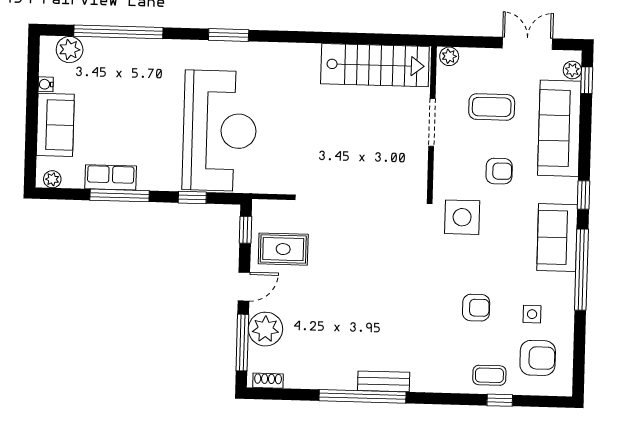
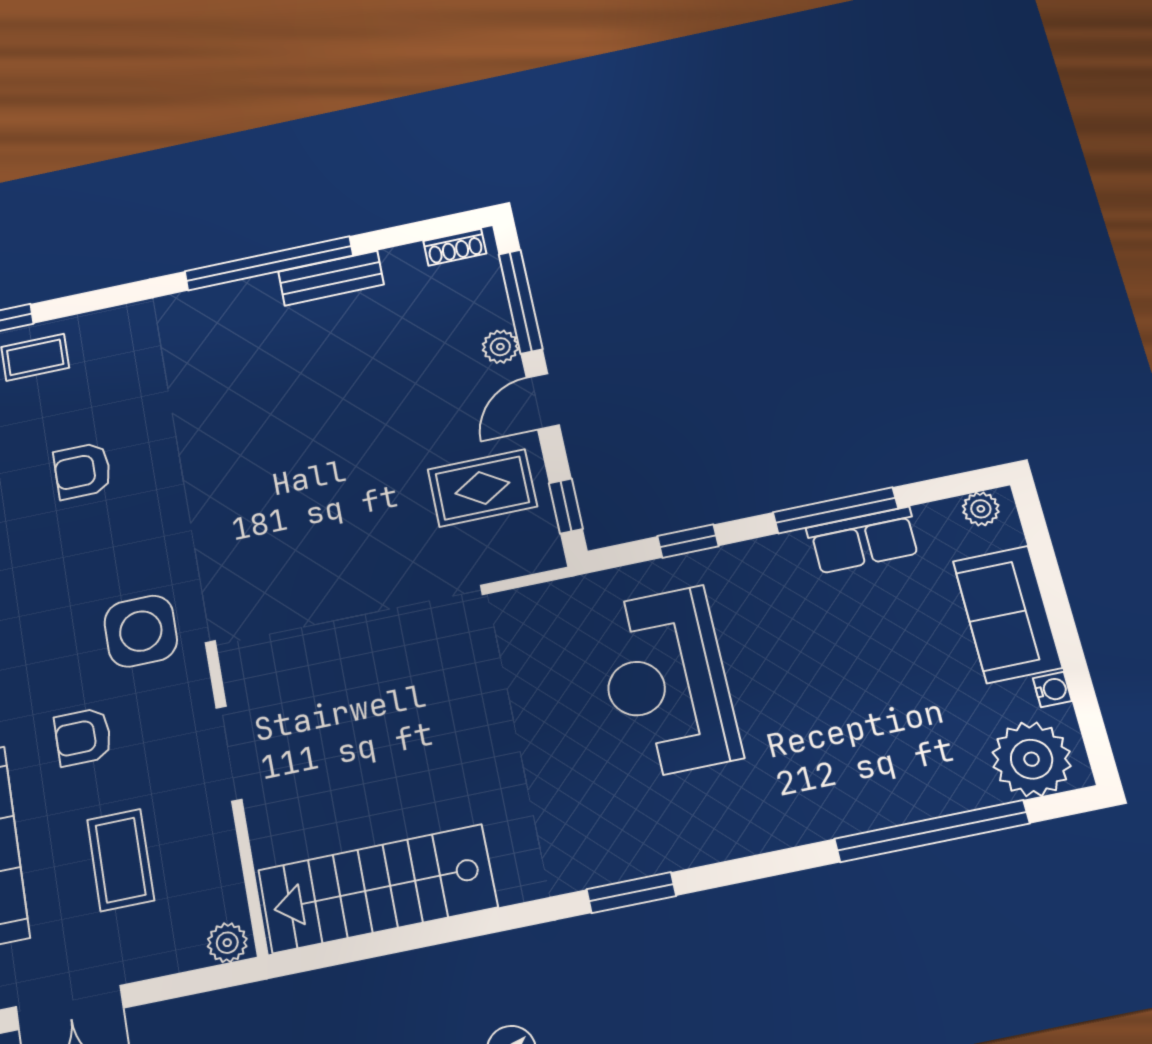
window: (229, 35) -> (631, 893), moved
plant: (70, 50) -> (1032, 759), width x1.36, depth x1.36
coffee table: (492, 107) -> (121, 860), turned 90
doorway: (432, 122) -> (229, 753), moved
reception desk: (220, 131) -> (666, 682), width x0.74, depth x0.77
plant: (265, 329) -> (500, 347), width x0.53, depth x0.53
bench: (384, 381) -> (331, 278), moved

